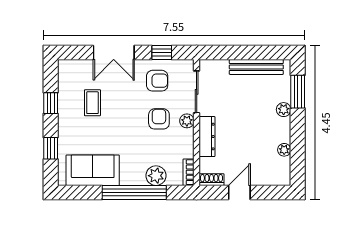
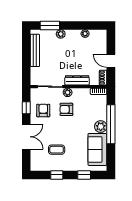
plant: (156, 176) -> (101, 127), moved

